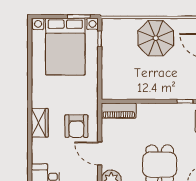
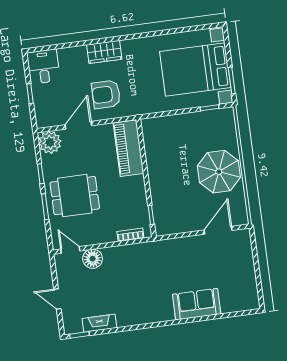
piano: (119, 111) -> (128, 148), width x1.37, depth x1.33

